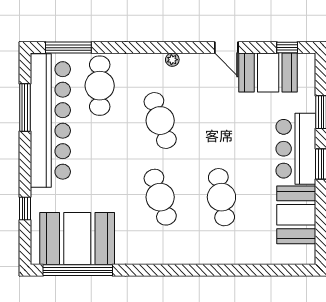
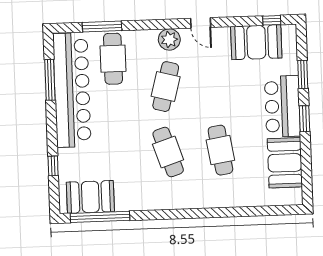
window: (68, 48) -> (102, 27), moved
door: (226, 48) -> (201, 23), moved
plant: (172, 60) -> (169, 39), width x1.87, depth x1.87
cafe table: (160, 121) -> (166, 87), turned 33
booth: (77, 239) -> (90, 197), width x0.73, depth x0.70

